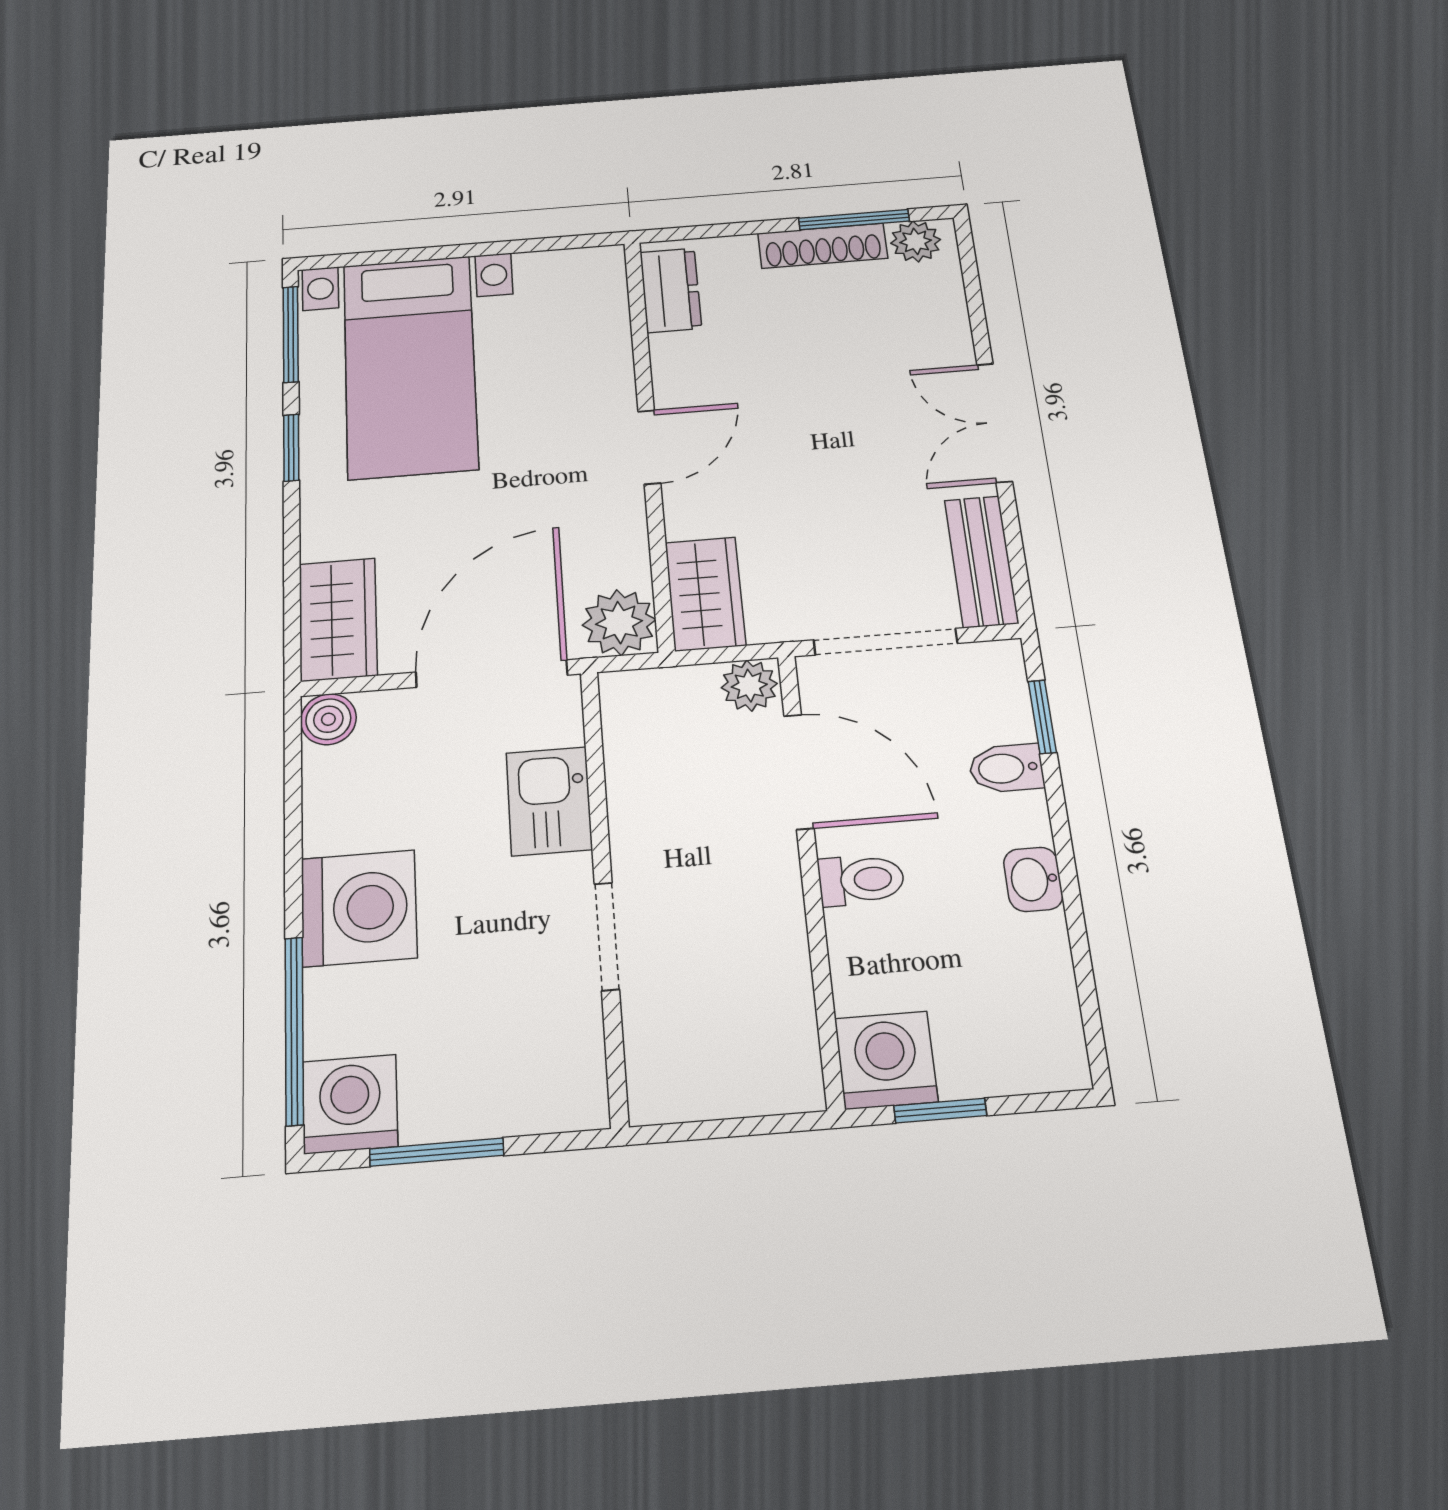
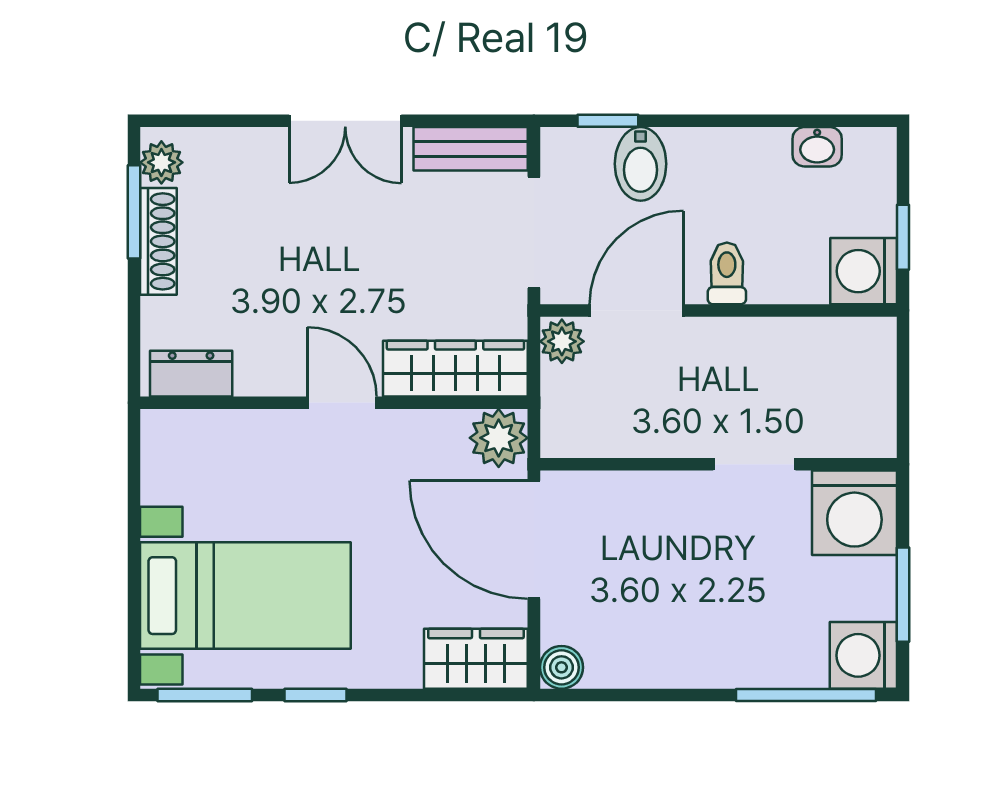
wardrobe: (705, 594) -> (455, 369), width x1.50
bidet: (1006, 768) -> (641, 164), width x1.38, depth x1.36
kitchen sink: (549, 801) -> (644, 501), removed
washbasin: (1033, 879) -> (817, 147), moved
washing machine: (359, 908) -> (854, 513), moved, turned 180

